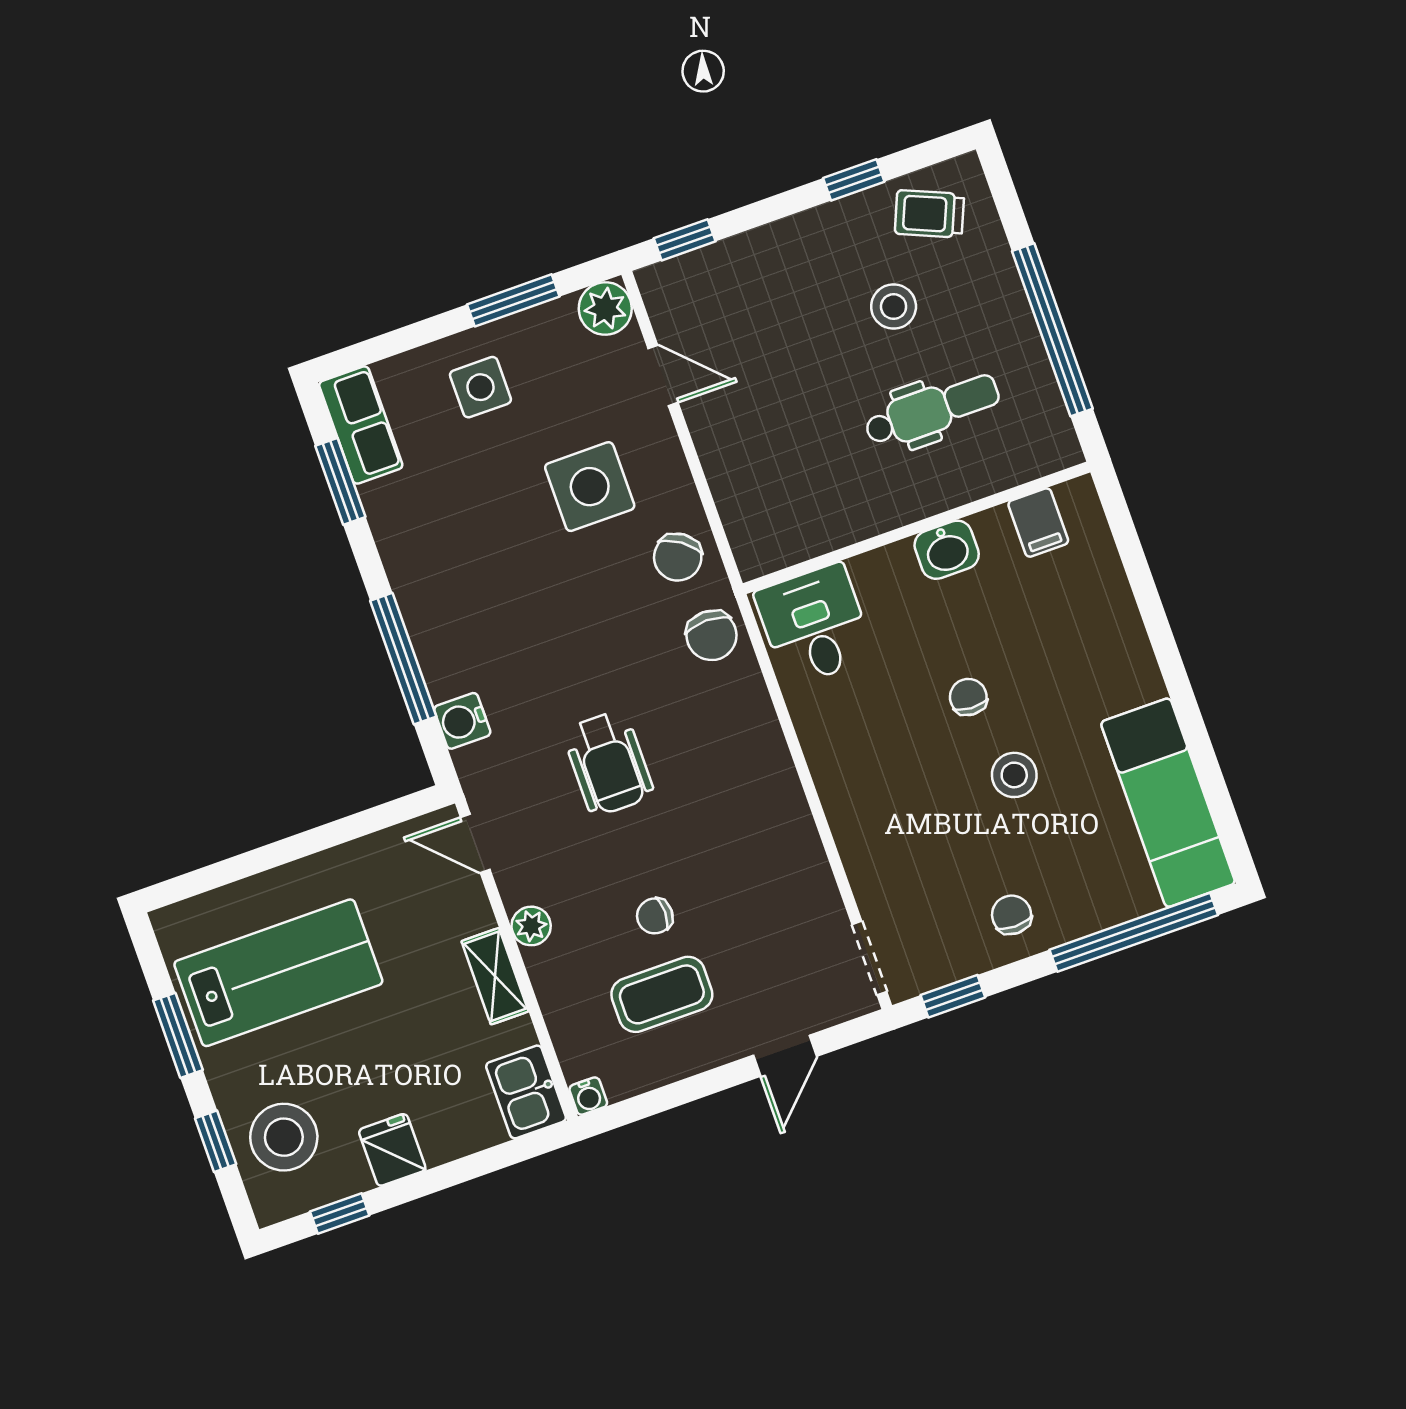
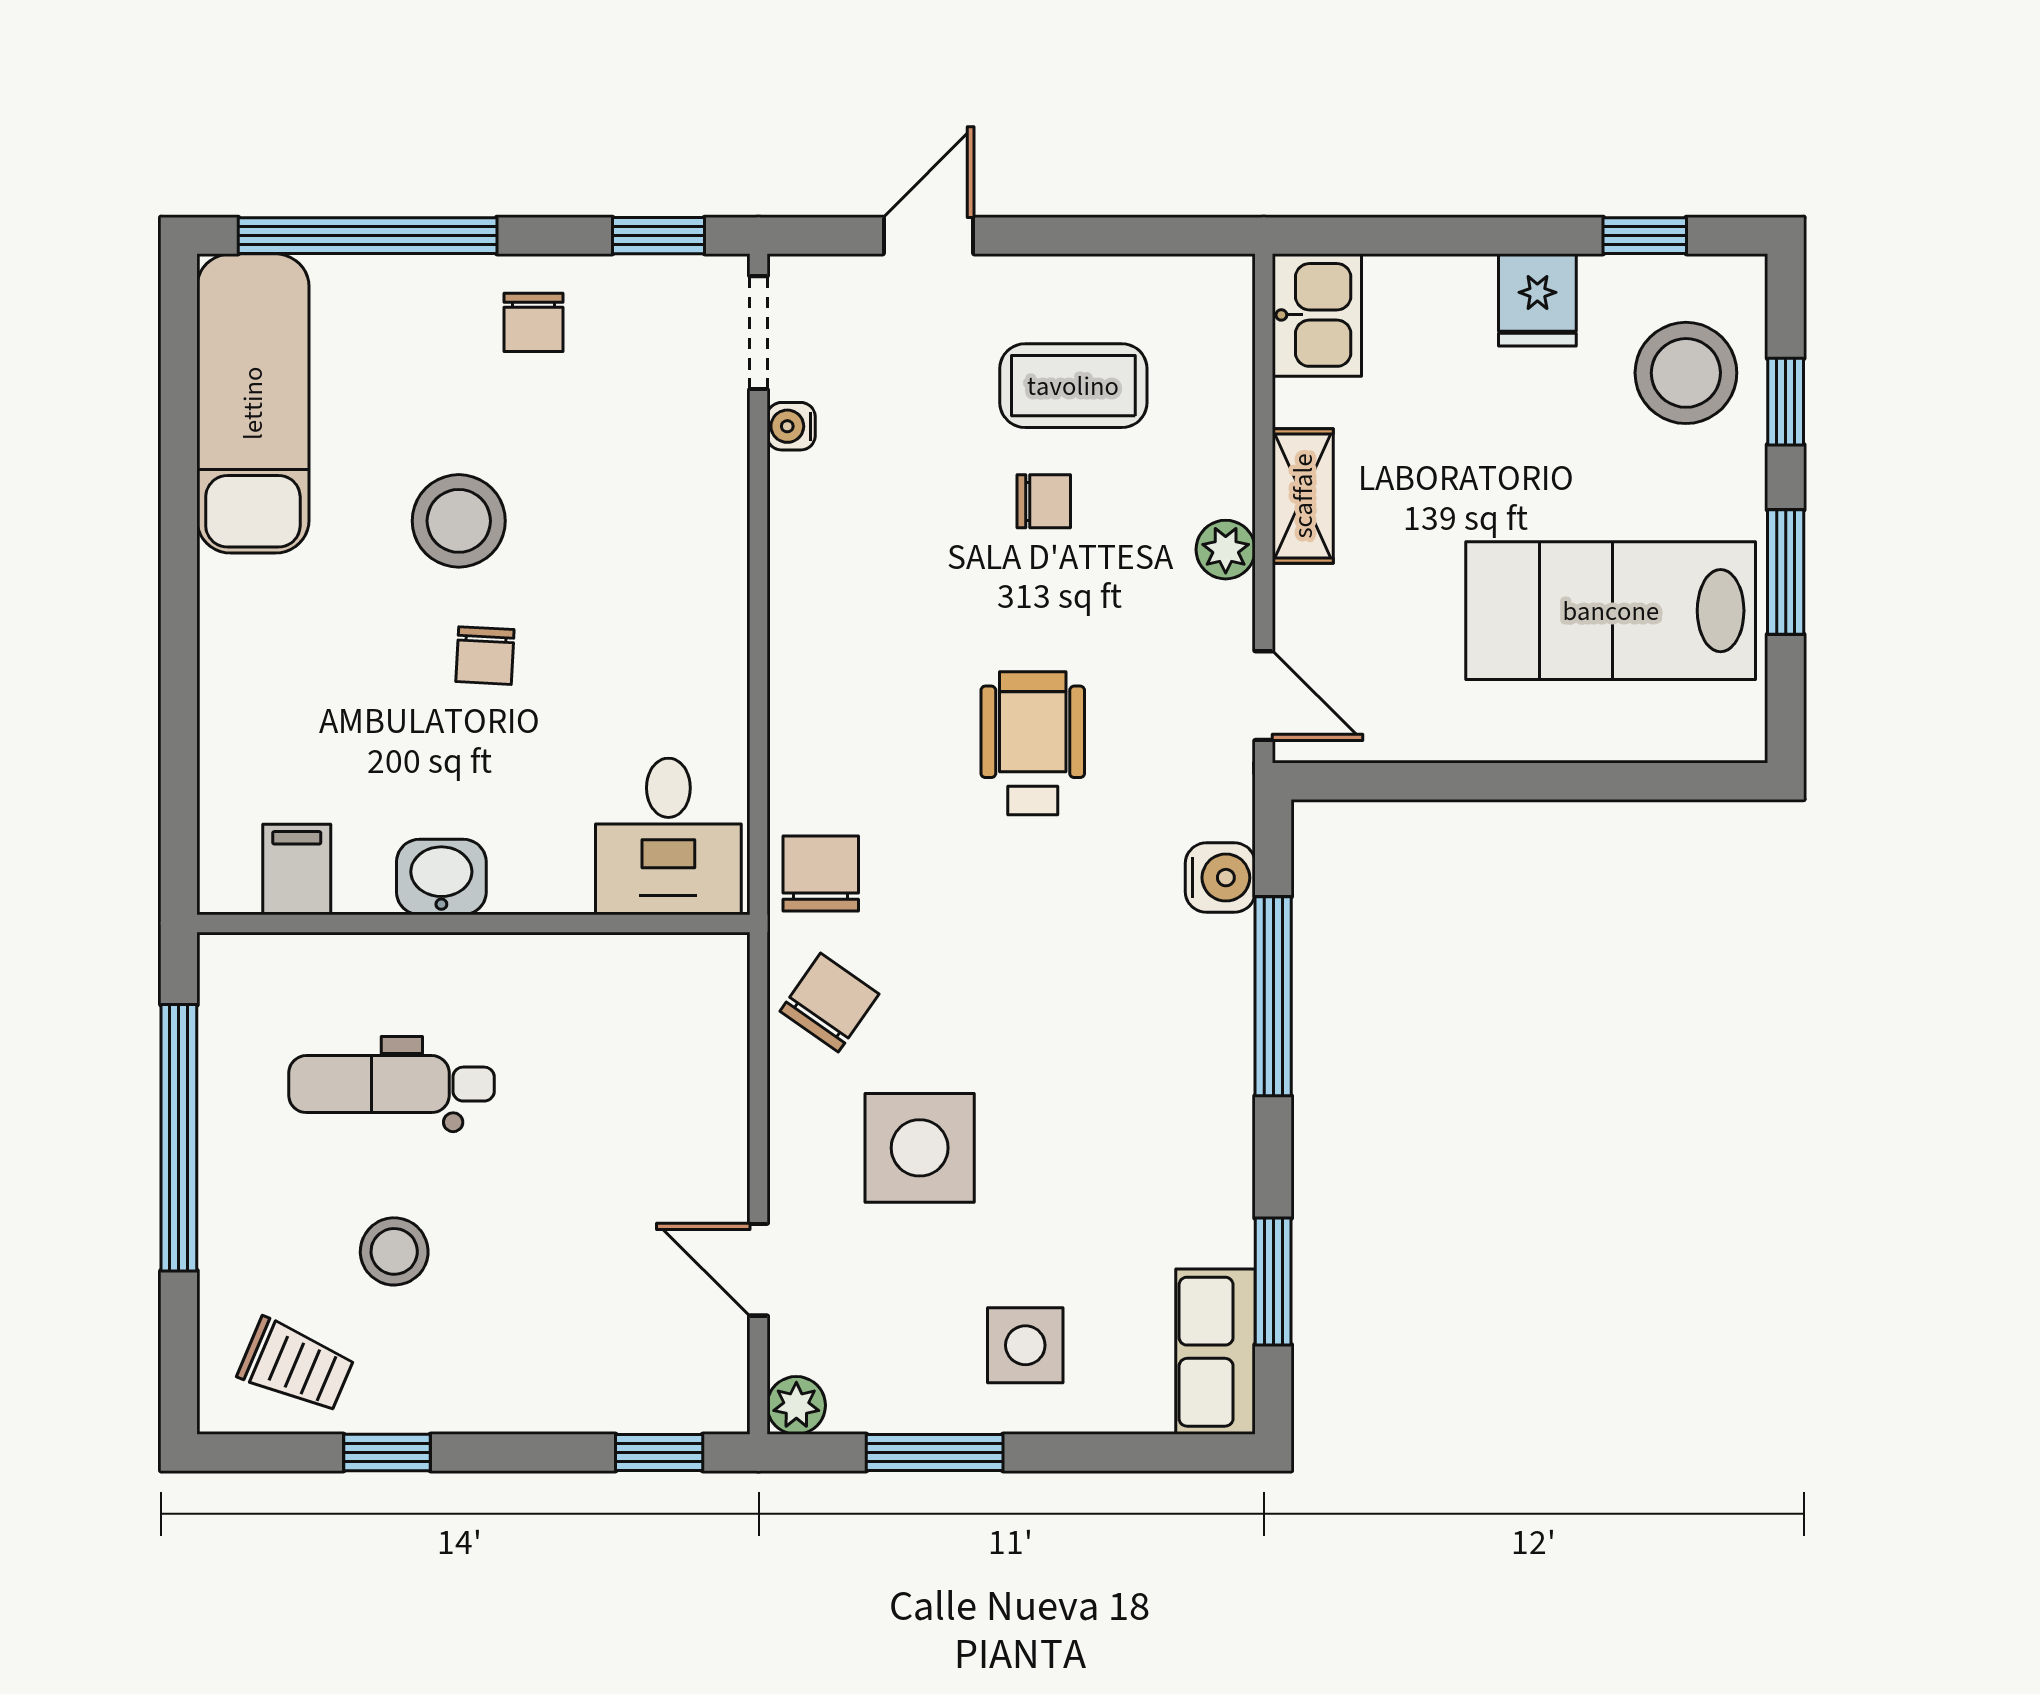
plant: (605, 308) -> (796, 1405), width x0.73, depth x0.73
stool: (1014, 775) -> (459, 521), width x1.38, depth x1.38
water cooler: (588, 1096) -> (791, 426), moved, turned -90

